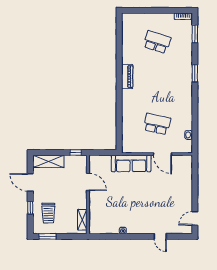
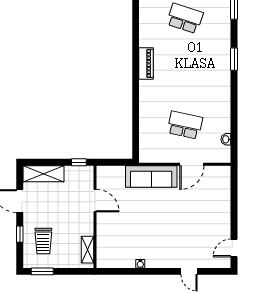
door: (162, 154) -> (192, 164), hinge flipped

